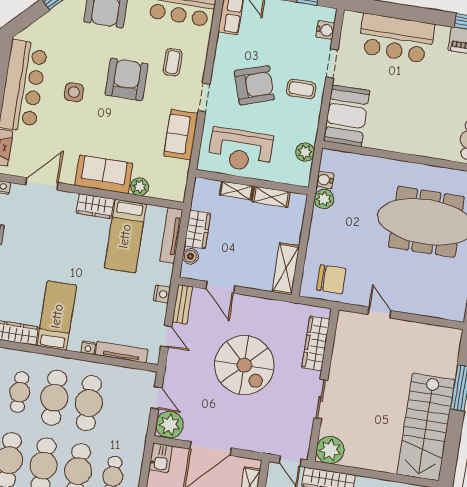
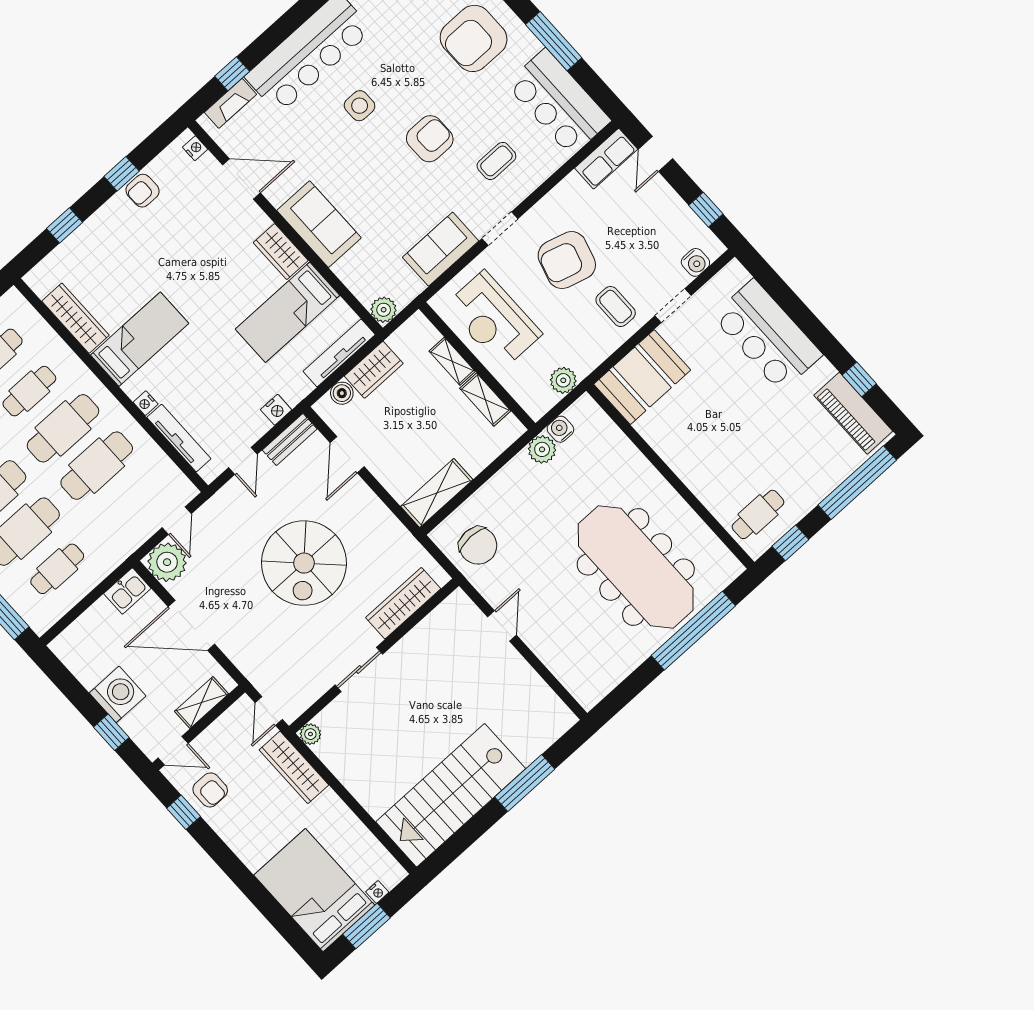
armchair: (127, 79) -> (430, 139), width x0.73, depth x0.73
armchair: (254, 85) -> (567, 260), turned 124
plant: (140, 187) -> (384, 310), moved
plant: (330, 450) -> (310, 734), width x0.53, depth x0.53

